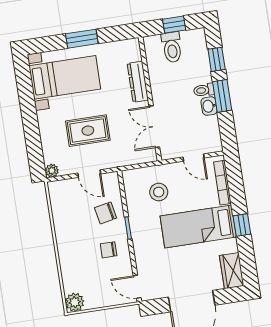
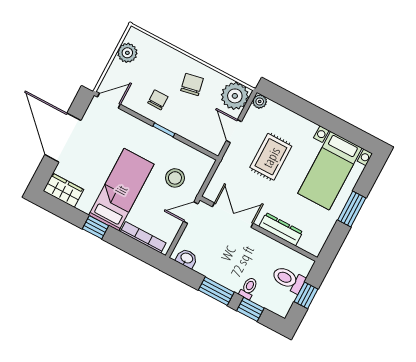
toilet: (204, 90) -> (249, 288), moved
washbasin: (209, 106) -> (187, 258), moved
door: (194, 158) -> (191, 213), moved
door: (89, 174) -> (234, 131), hinge flipped
plant: (62, 193) -> (235, 96), added
chair: (106, 213) -> (192, 84), moved
plant: (75, 302) -> (127, 53), moved

